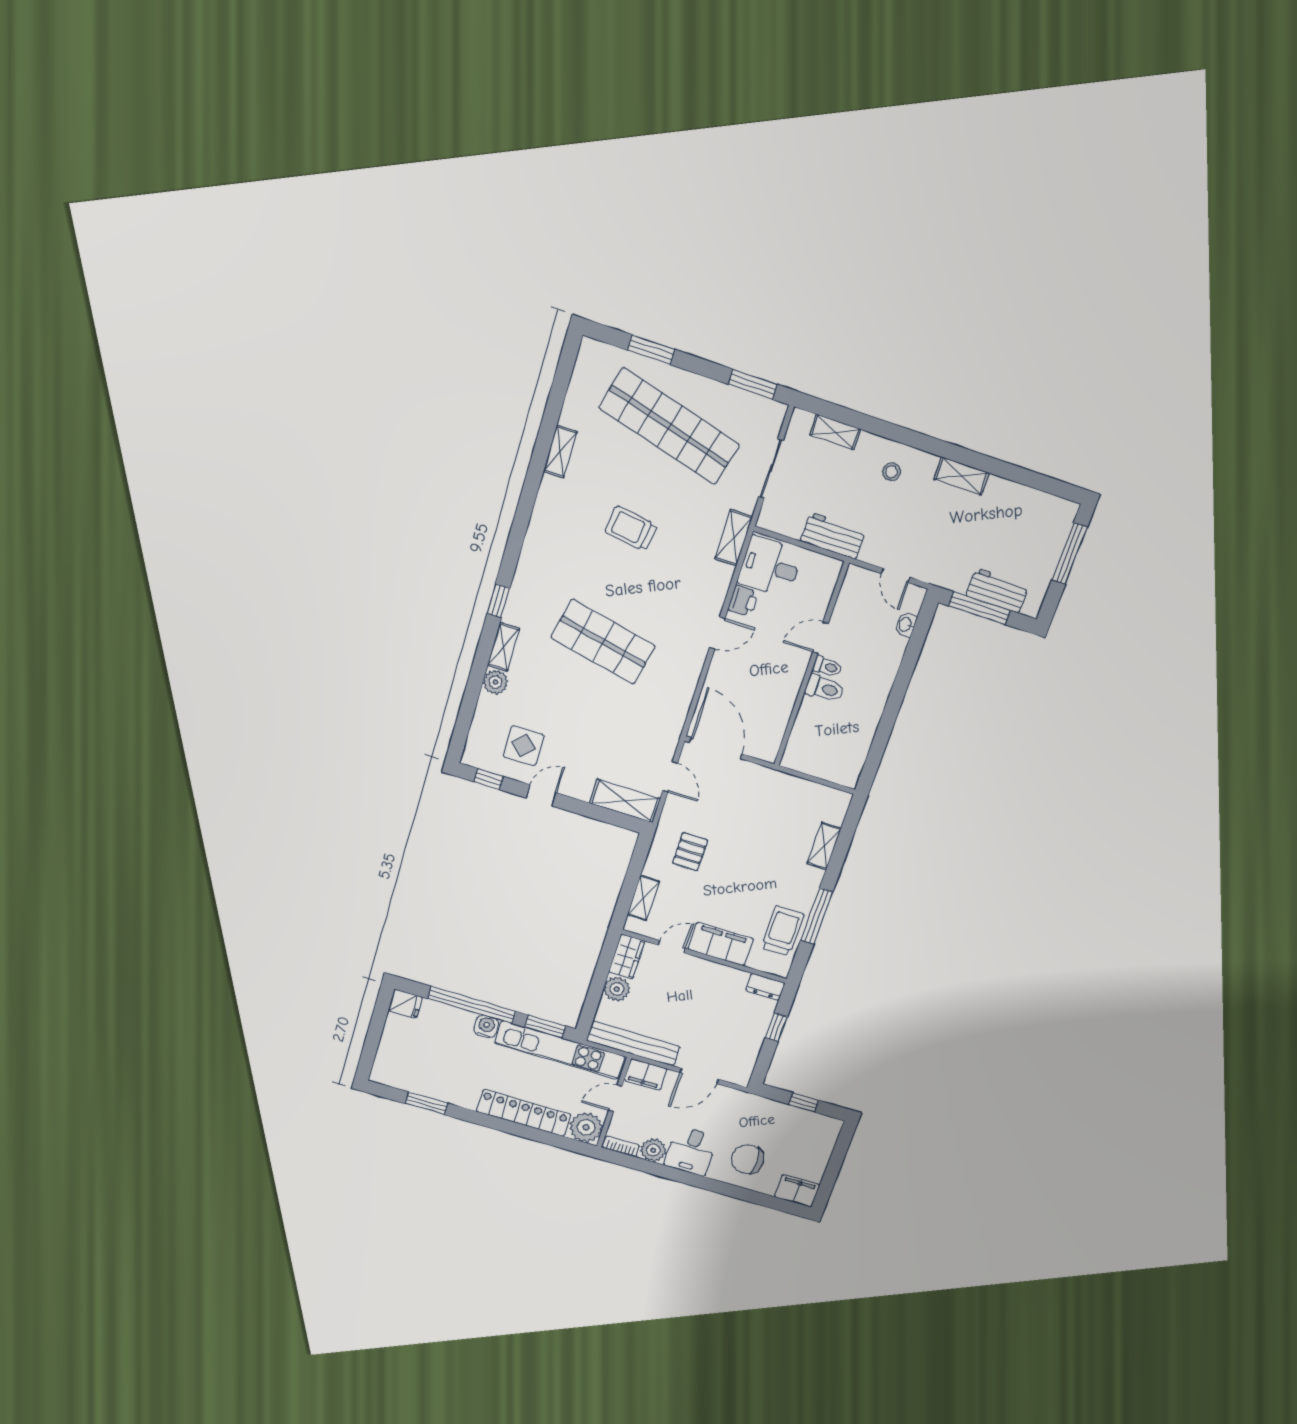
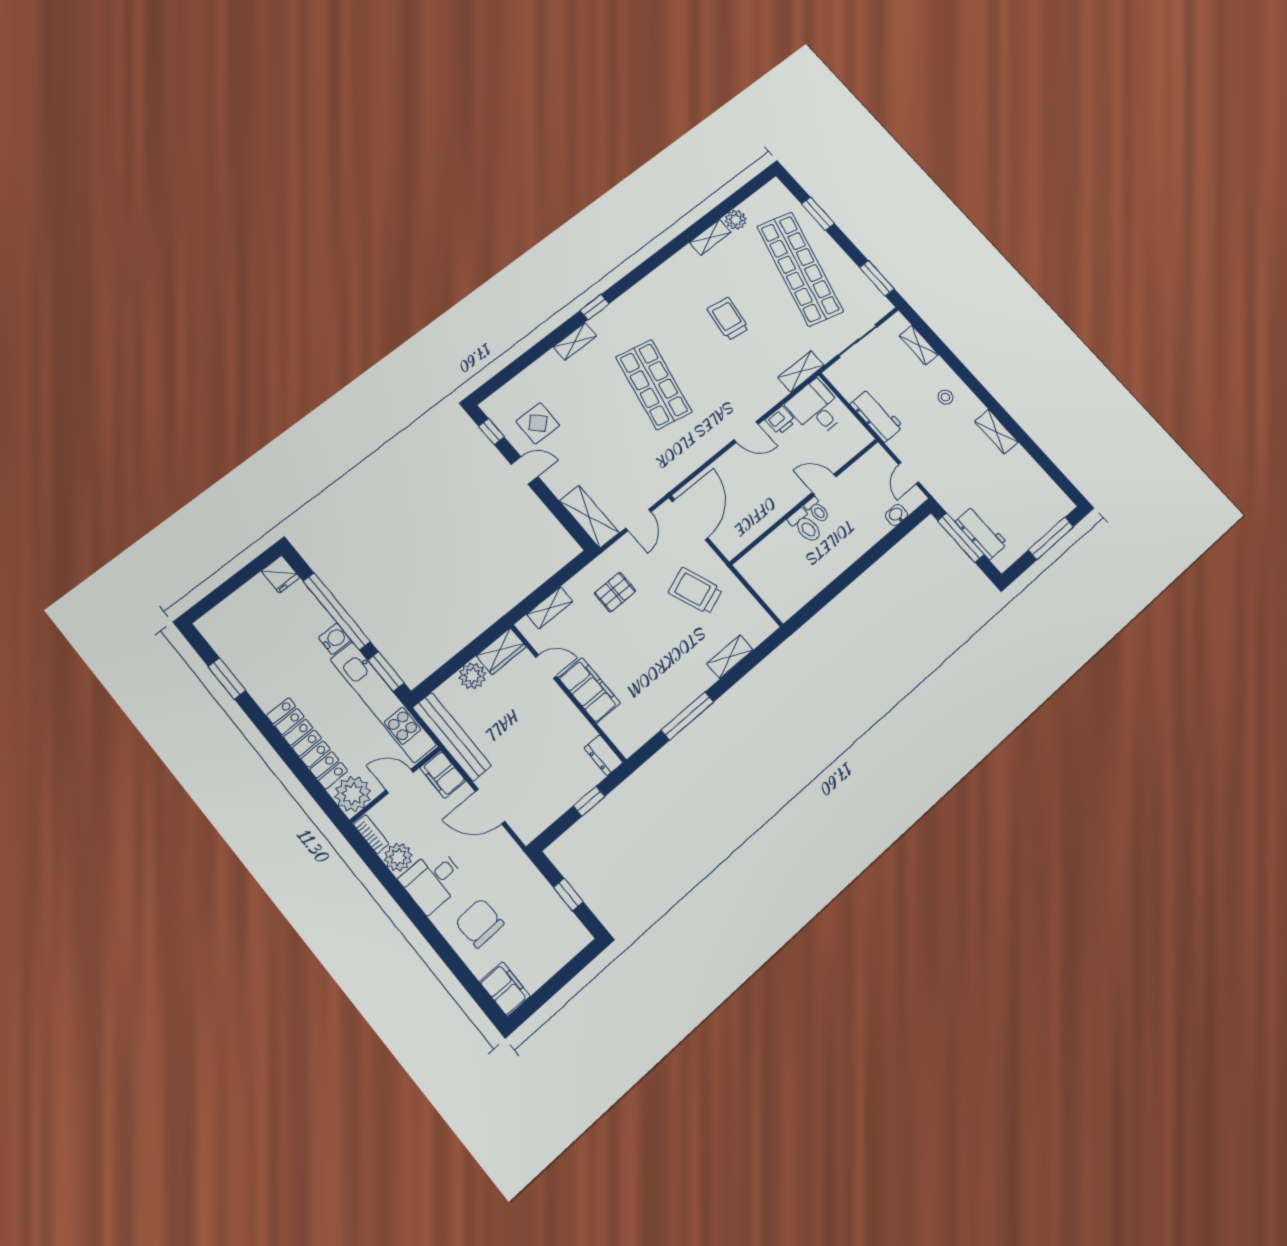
plant: (495, 682) -> (736, 220), moved
trolley: (783, 931) -> (695, 591), moved, turned -111

